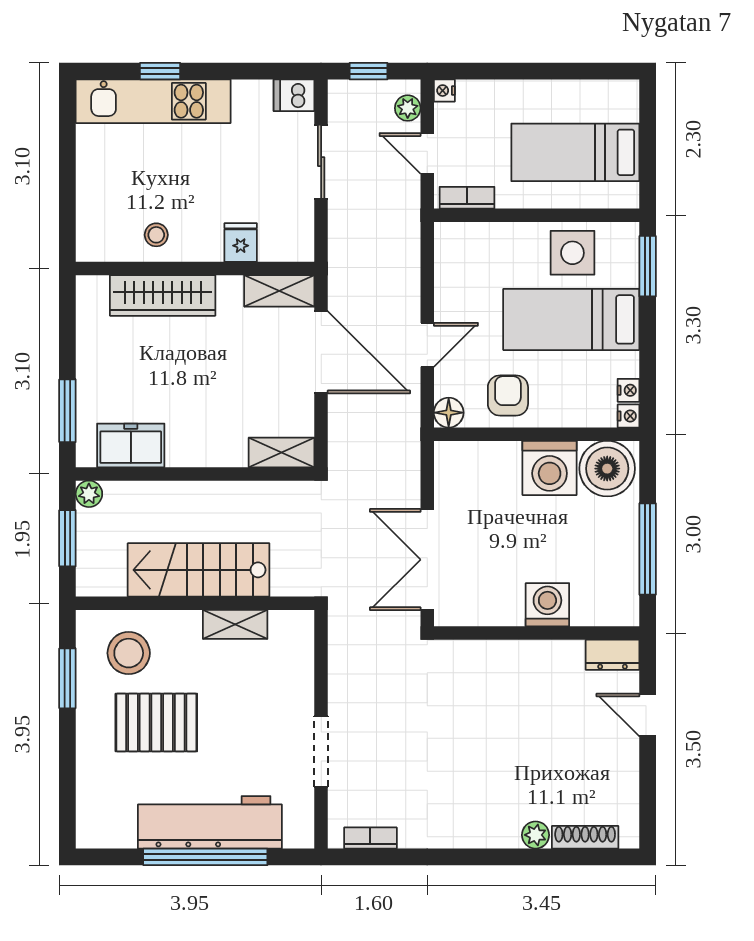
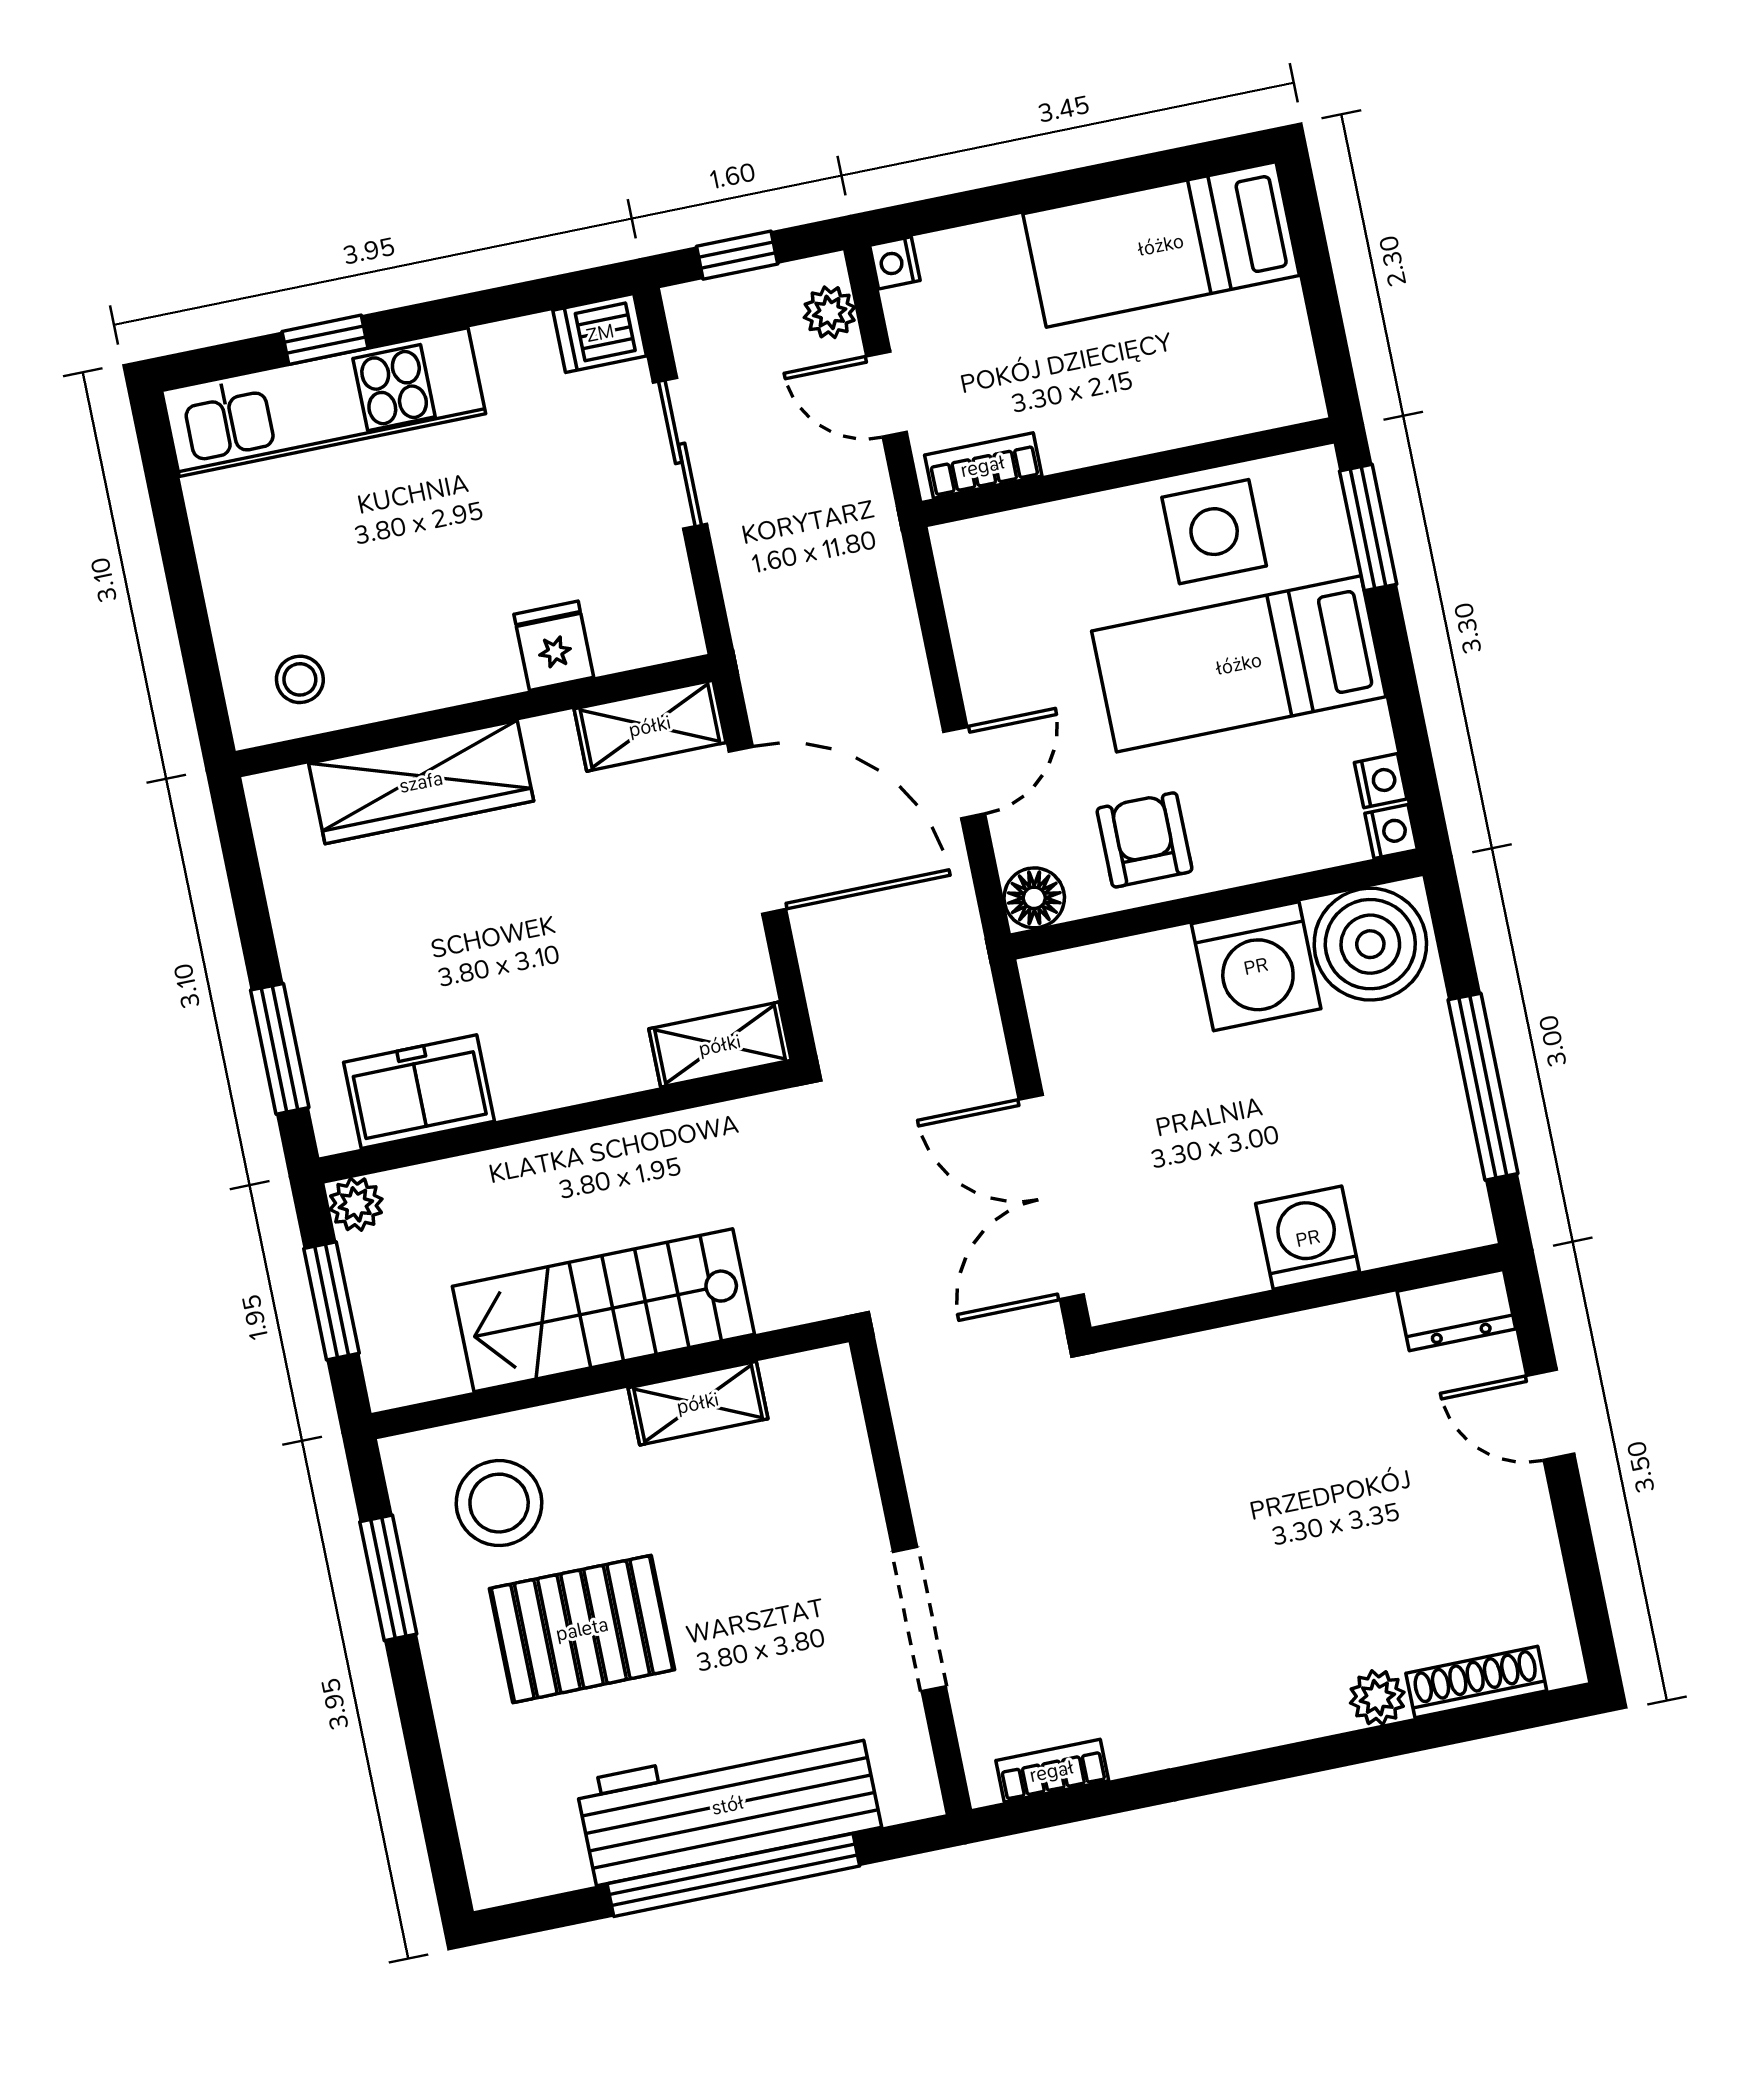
bed: (575, 152) -> (1161, 245), moved
stool: (156, 235) -> (300, 679), moved

